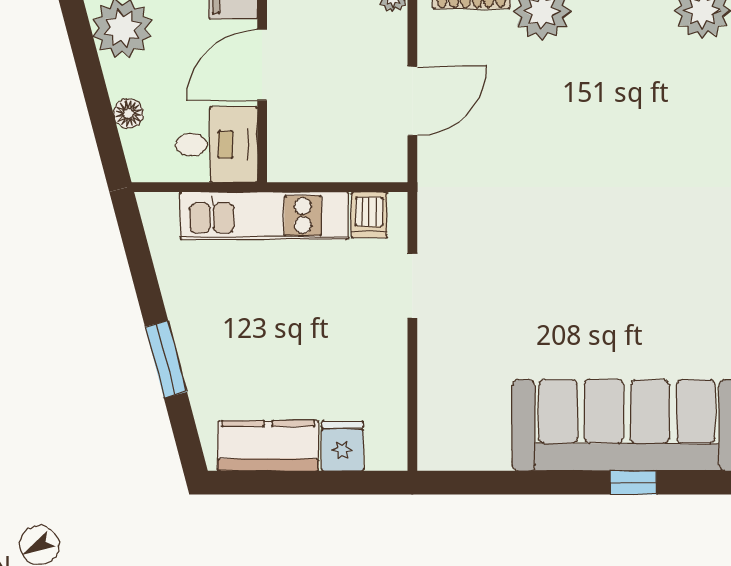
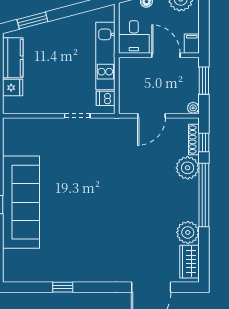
door: (412, 101) -> (151, 116), hinge flipped
window: (166, 359) -> (32, 21), moved

